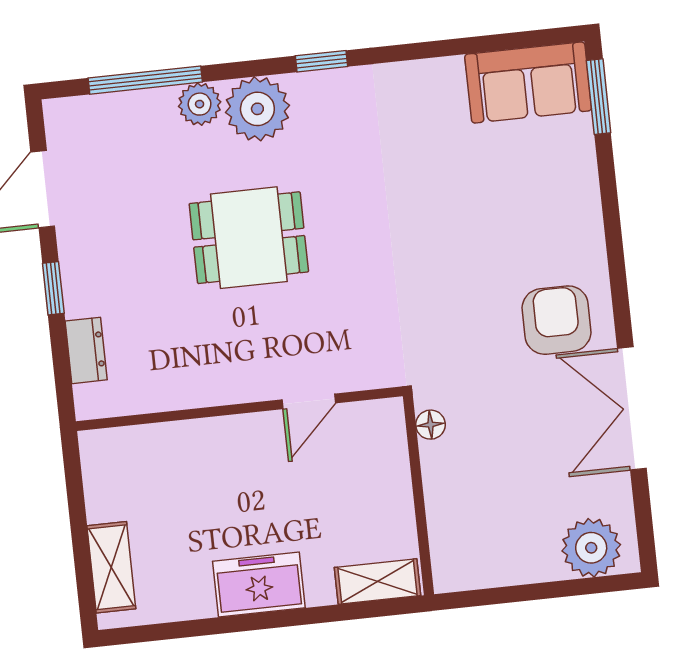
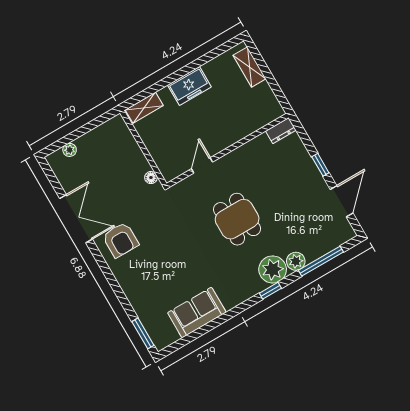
window: (322, 61) -> (270, 291), moved
sofa: (528, 82) -> (197, 313), moved
dining table: (249, 238) -> (237, 219), moved, turned 90
dresser: (86, 350) -> (281, 131), moved, turned -90
plant: (591, 548) -> (70, 150), width x0.53, depth x0.53

